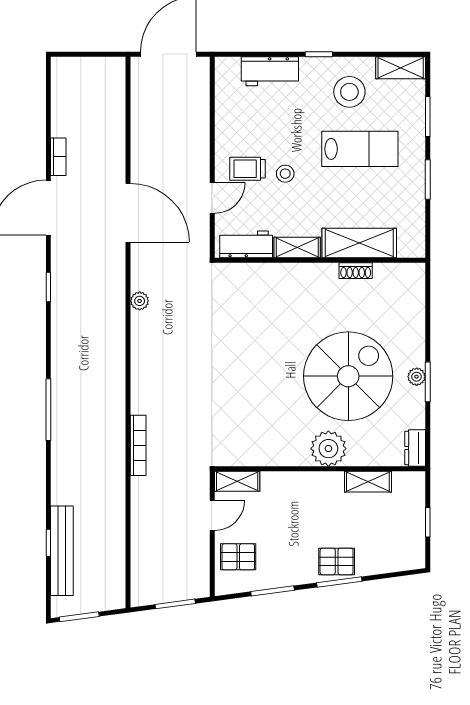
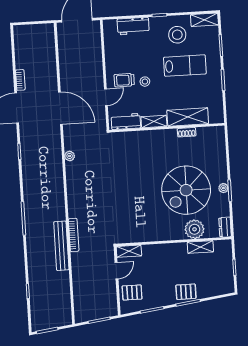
spiral stairs: (348, 376) -> (186, 190), turned 180
plant: (328, 449) -> (194, 229), moved
bench: (62, 551) -> (61, 246), moved

